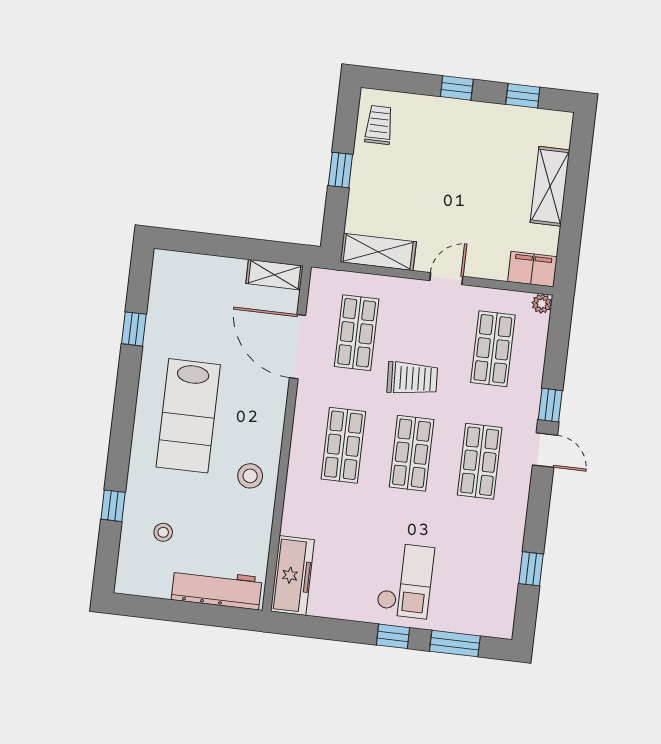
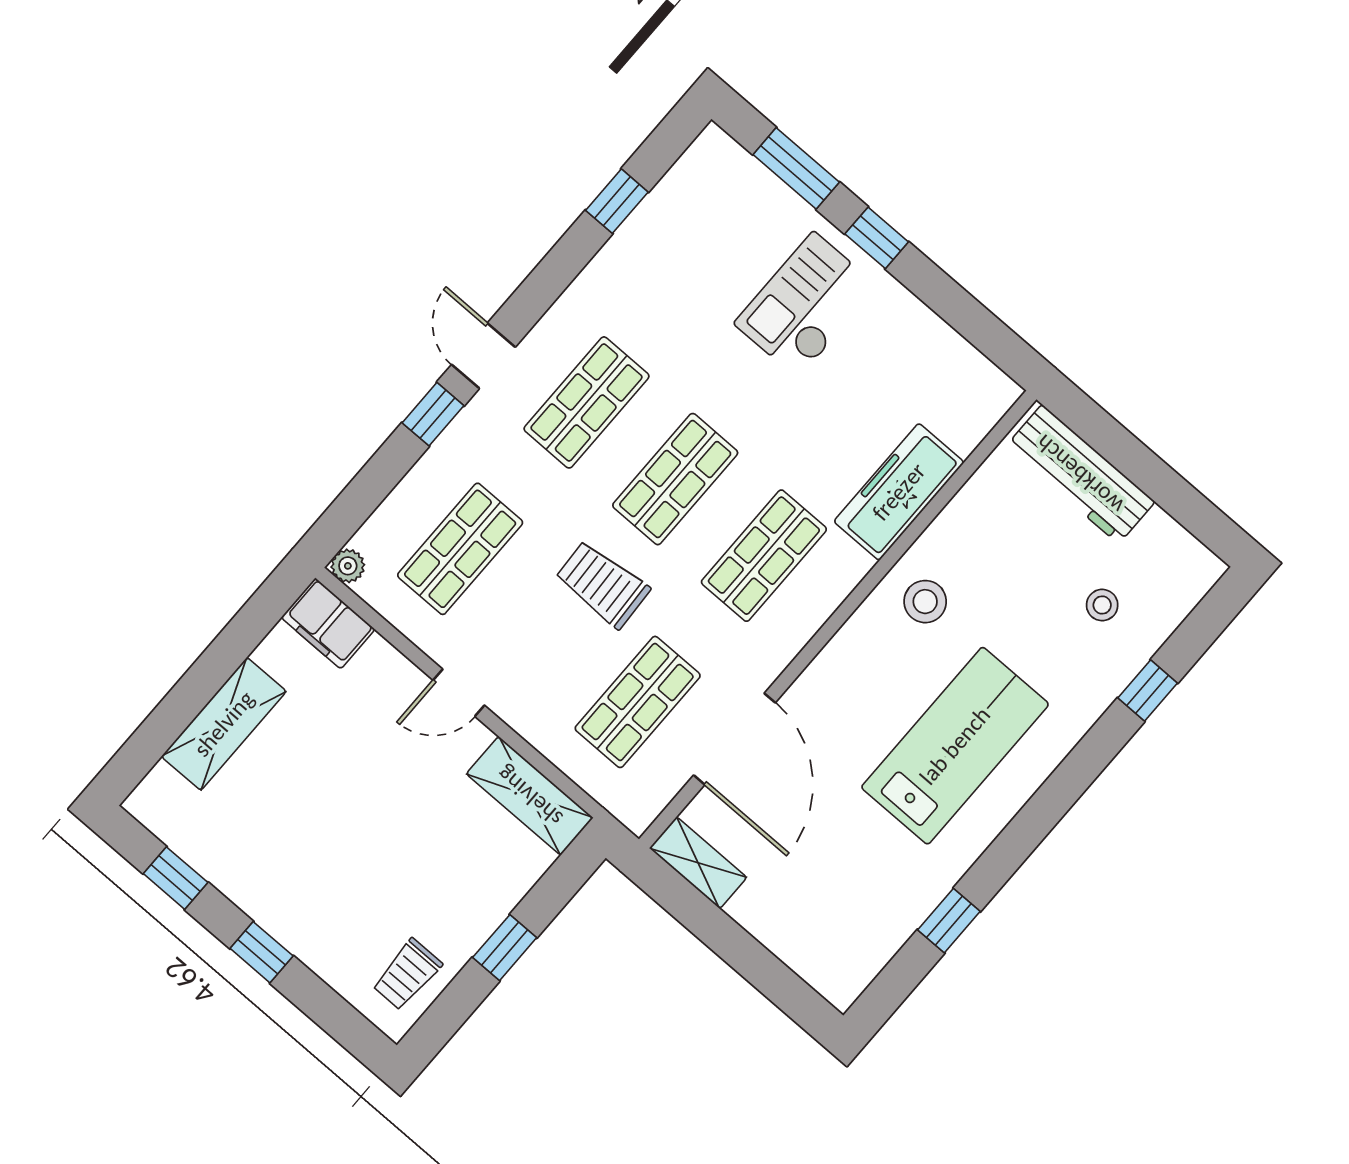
freezer: (292, 576) -> (899, 492), moved

